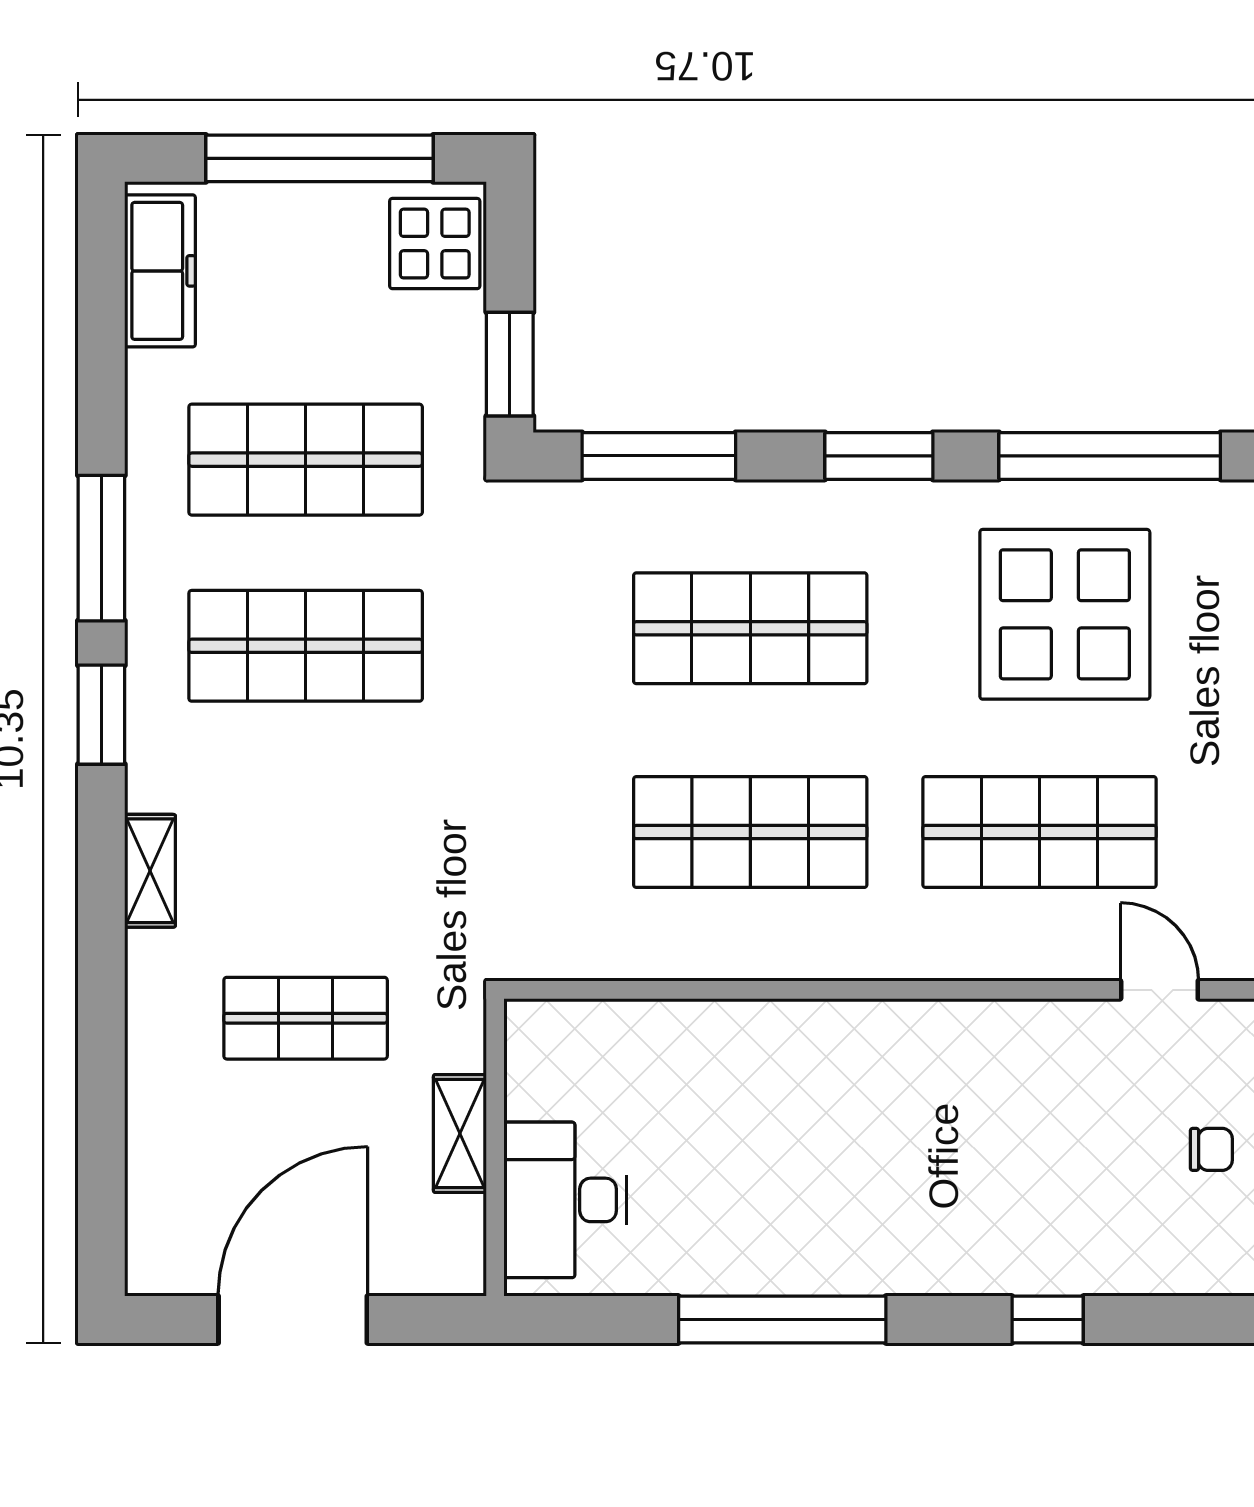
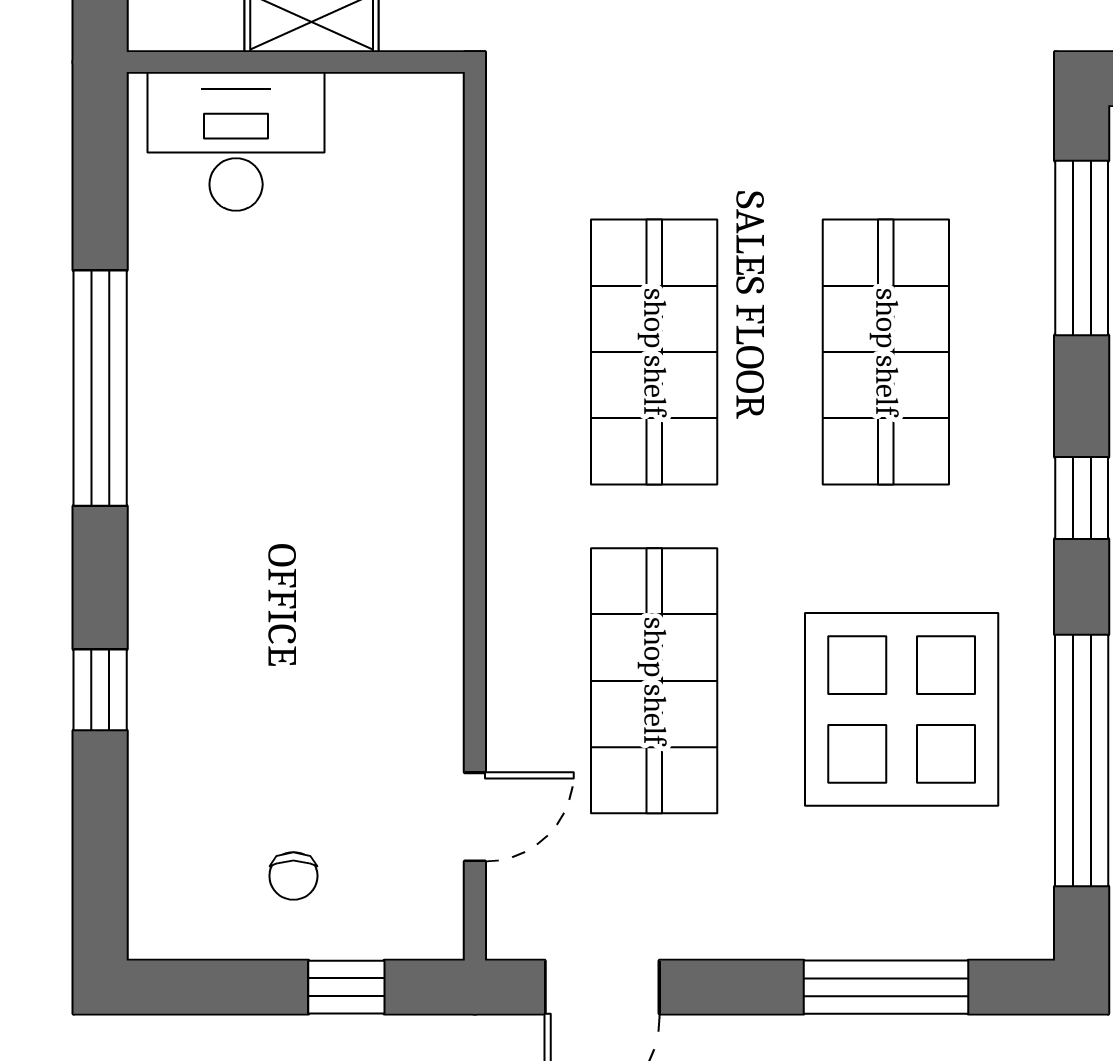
window: (879, 456) -> (1082, 498), width x0.67

